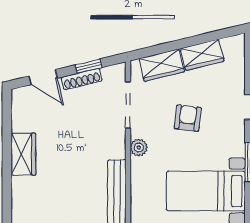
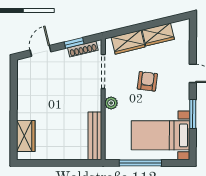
door: (43, 77) -> (40, 51), swing flipped
shoe rack: (82, 79) -> (83, 49), moved
wardrobe: (23, 154) -> (26, 136), moved

